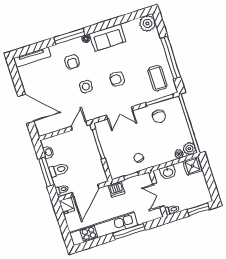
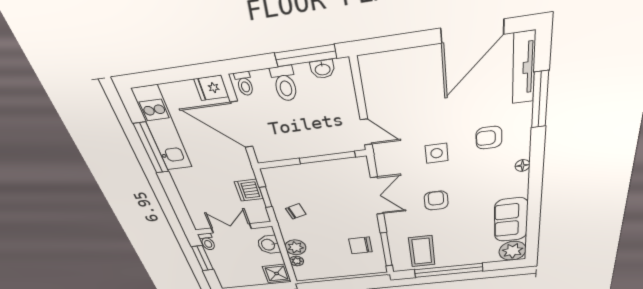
window: (70, 36) -> (540, 100), moved
sofa: (108, 38) -> (511, 220), moved
coffee table: (157, 78) -> (422, 251), turned 90
door: (26, 109) -> (472, 31), moved
double door: (120, 113) -> (377, 196), swing flipped
plant: (189, 149) -> (295, 247), moved
window: (46, 172) -> (306, 56), moved
dishwasher: (116, 189) -> (249, 190), moved
window: (198, 209) -> (203, 258), moved
kitchen unit: (104, 229) -> (163, 129), width x0.73
window: (129, 232) -> (151, 148), moved

